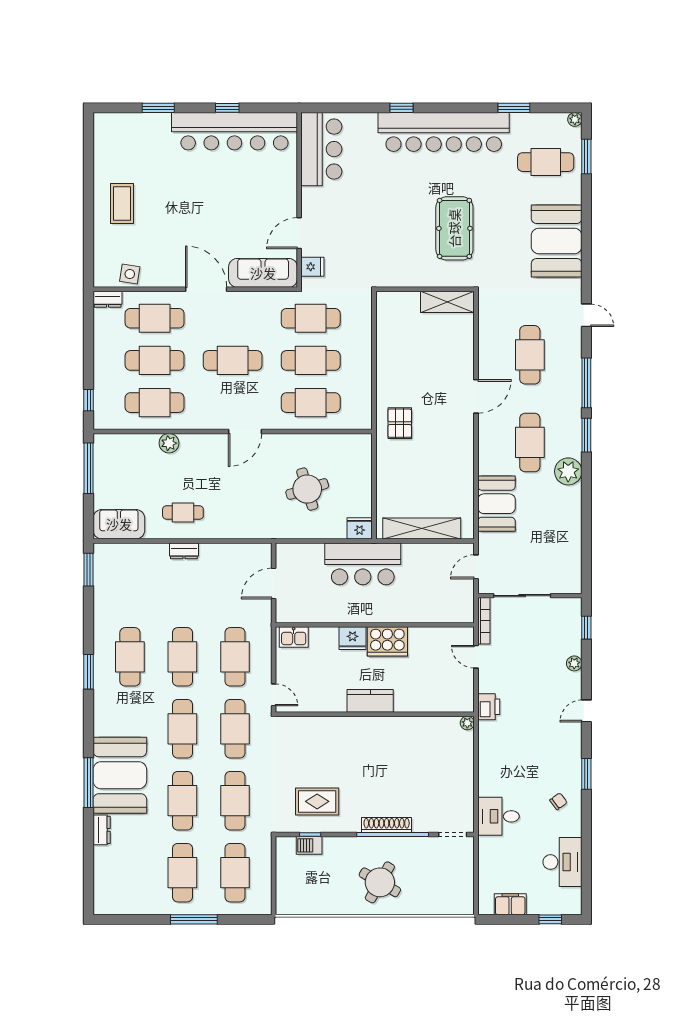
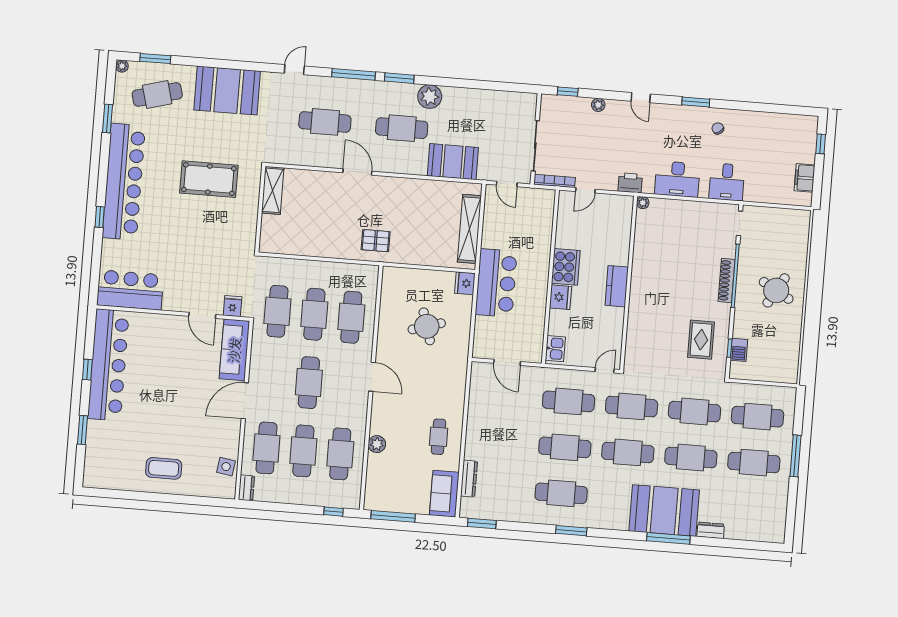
cafe table: (546, 162) -> (157, 95), turned 75
dresser: (184, 551) -> (469, 479), moved, width x1.44
desk: (562, 862) -> (677, 179), moved, turned 180

